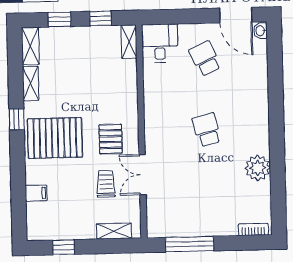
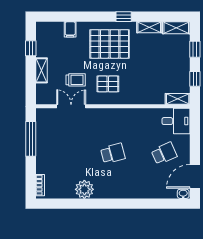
pallet: (55, 138) -> (110, 44), turned 90
double door: (142, 175) -> (71, 106), moved
shelving: (114, 231) -> (42, 70), moved

